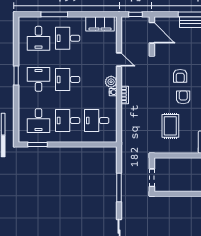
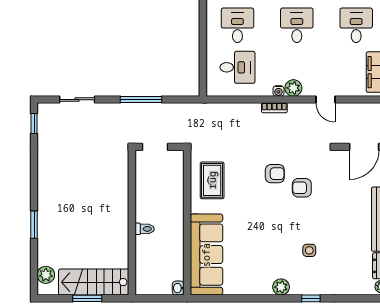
door: (119, 60) -> (325, 100), hinge flipped
armchair: (183, 97) -> (275, 174), moved
desk: (97, 121) -> (237, 67), turned 90
rug: (170, 126) -> (212, 180), moved, turned 90

